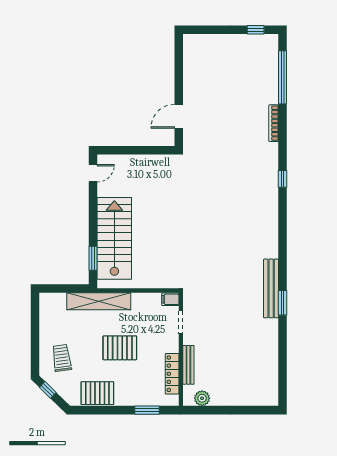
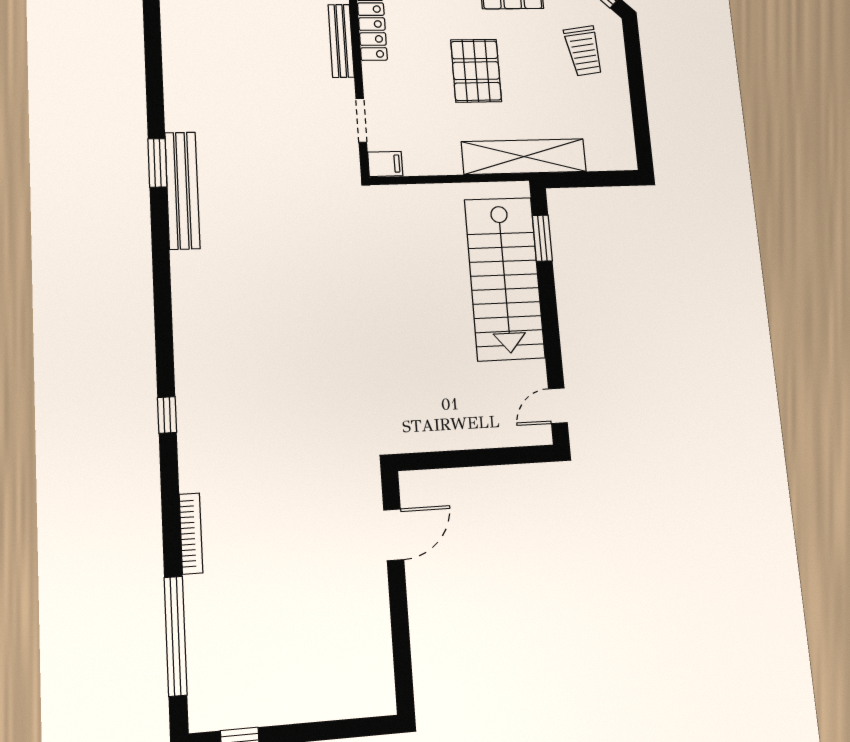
pallet: (120, 348) -> (476, 71), turned 90

